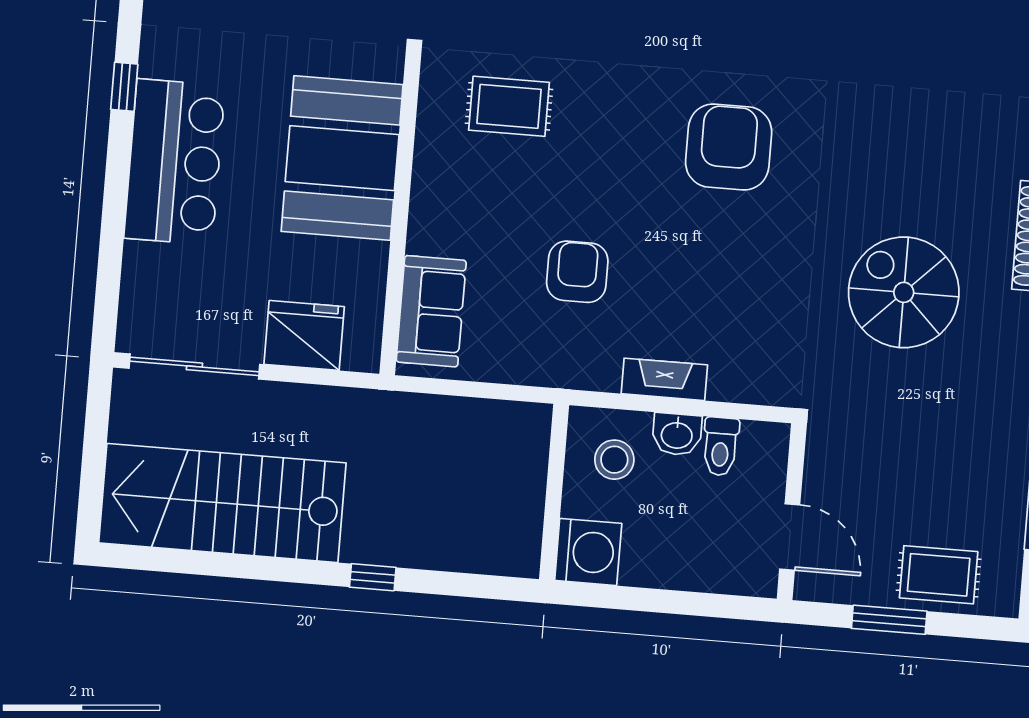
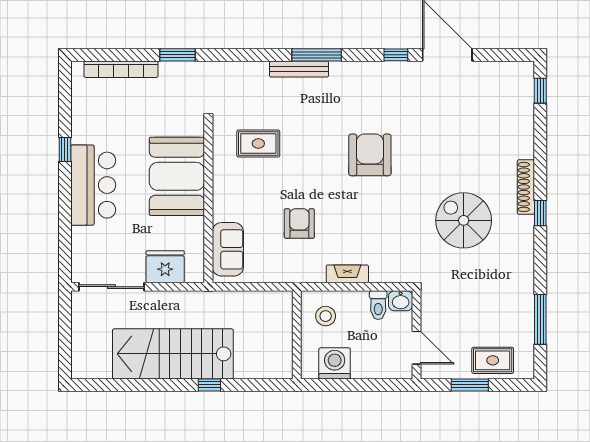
washbasin: (677, 434) -> (401, 301), moved
stairs: (222, 503) -> (173, 354), moved
washing machine: (588, 552) -> (335, 363), moved, turned -90

